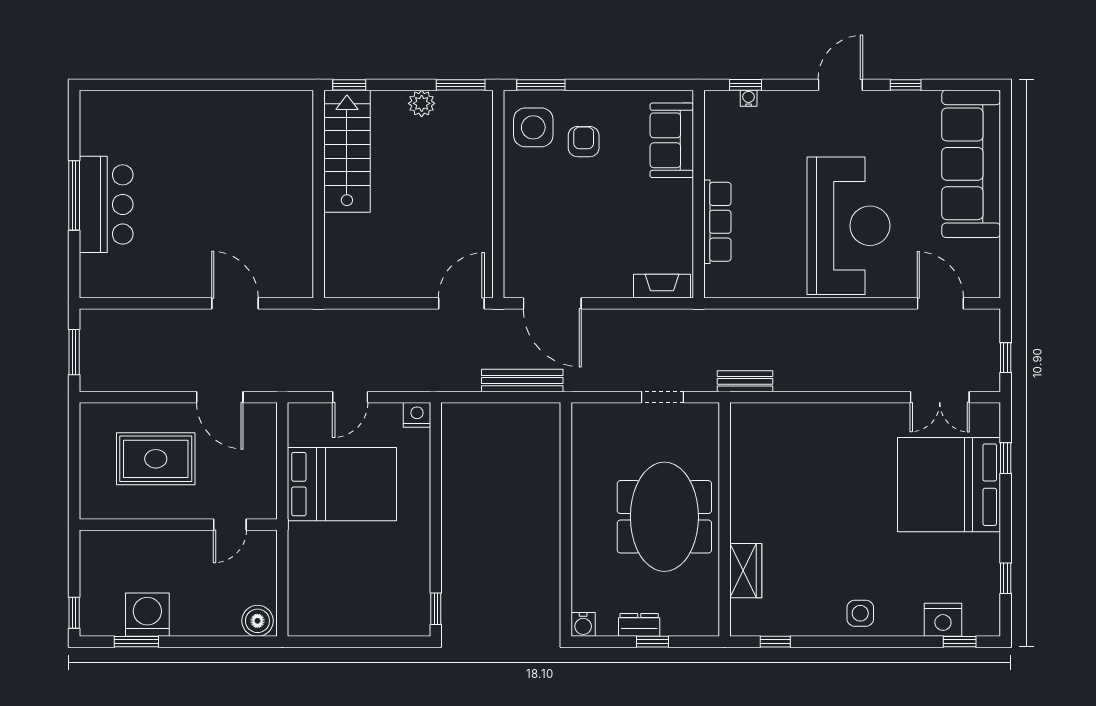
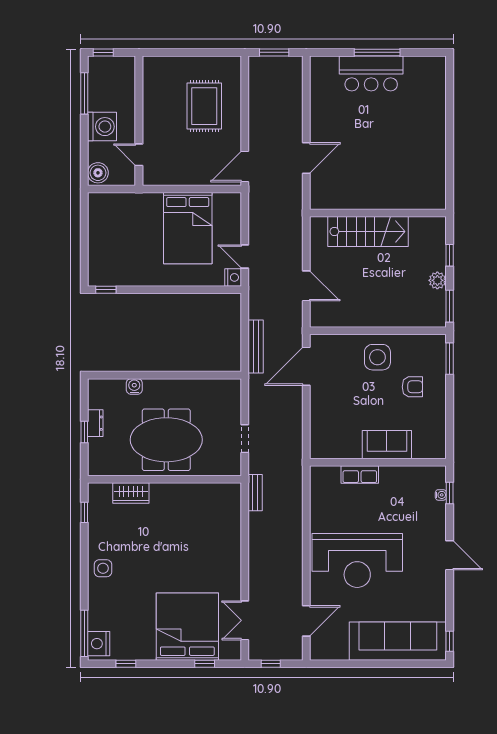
window: (349, 85) -> (450, 255), moved
window: (906, 85) -> (450, 641), moved
side table: (533, 127) -> (377, 357), moved
sofa: (672, 140) -> (387, 445), moved
stairs: (347, 151) -> (368, 231), moved
row of seats: (717, 222) -> (360, 474), width x0.68
fireplace: (662, 286) -> (318, 438), removed
door: (461, 303) -> (306, 286), moved
door: (220, 397) -> (245, 167), moved
door: (350, 397) -> (245, 256), moved
wall: (178, 525) -> (139, 121), moved
door: (230, 525) -> (139, 155), moved
washing machine: (147, 615) -> (102, 127), moved
nightstand: (943, 620) -> (99, 644), moved
water cooler: (583, 624) -> (134, 386), moved, turned 90
window: (136, 642) -> (84, 93), width x1.44
window: (960, 642) -> (84, 633), width x2.17

